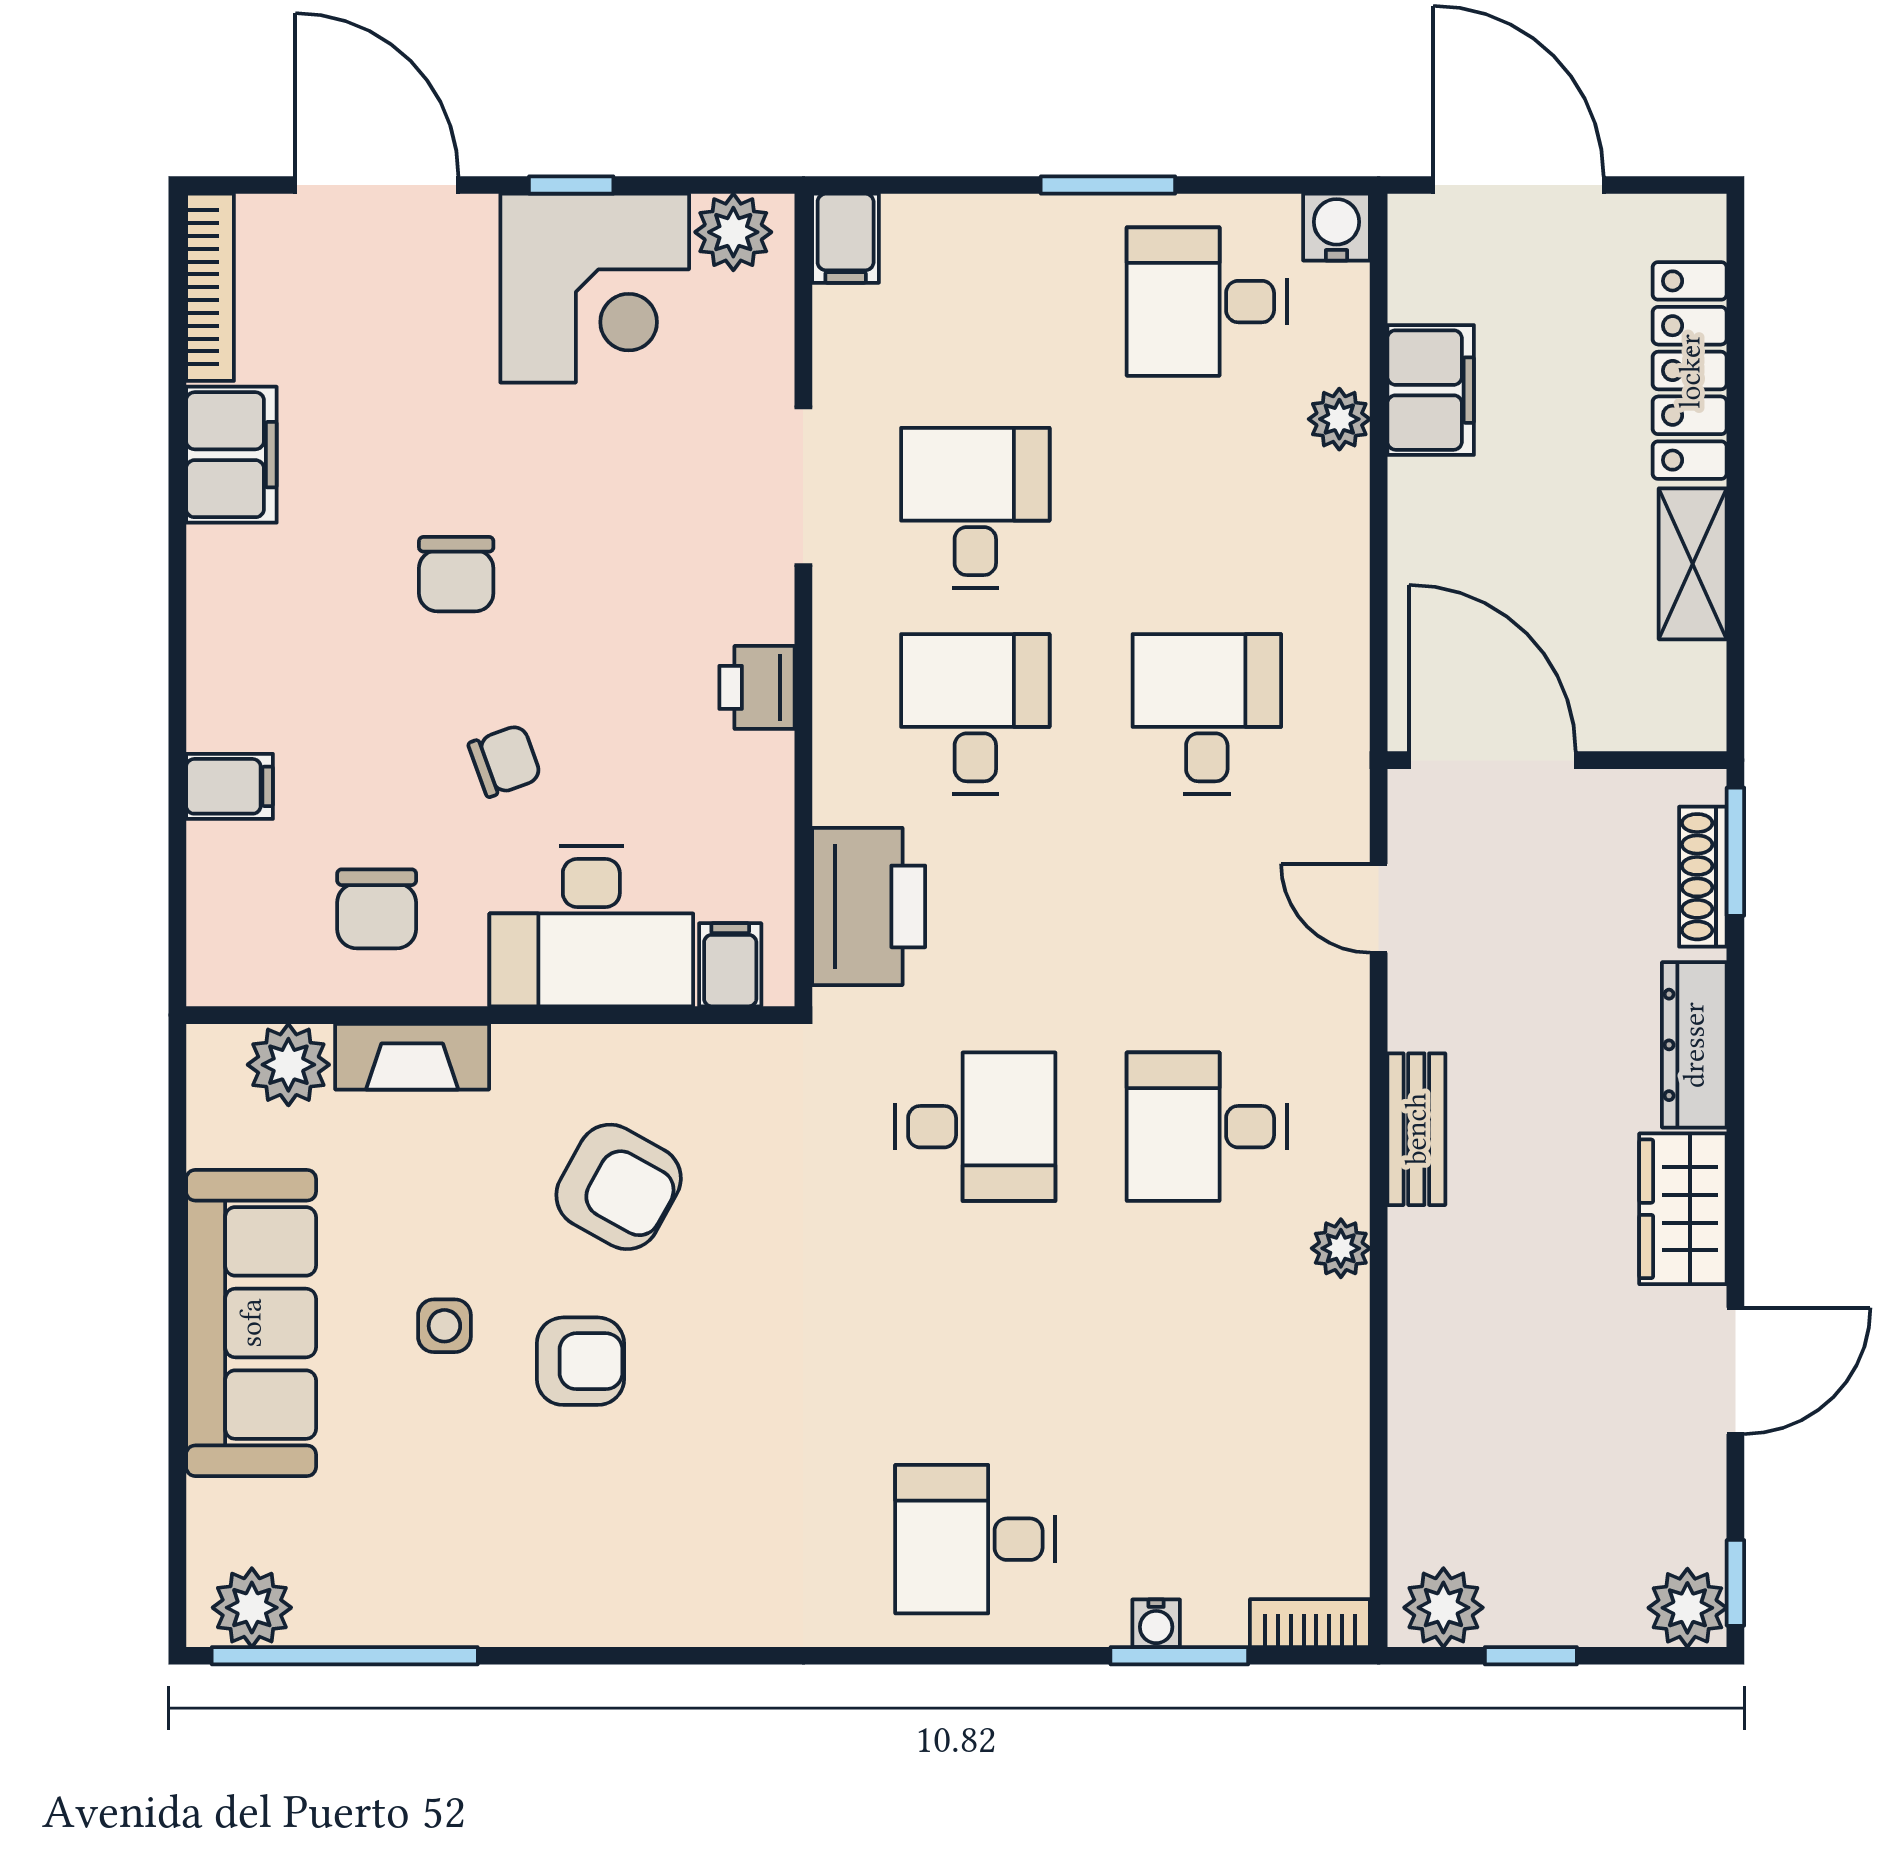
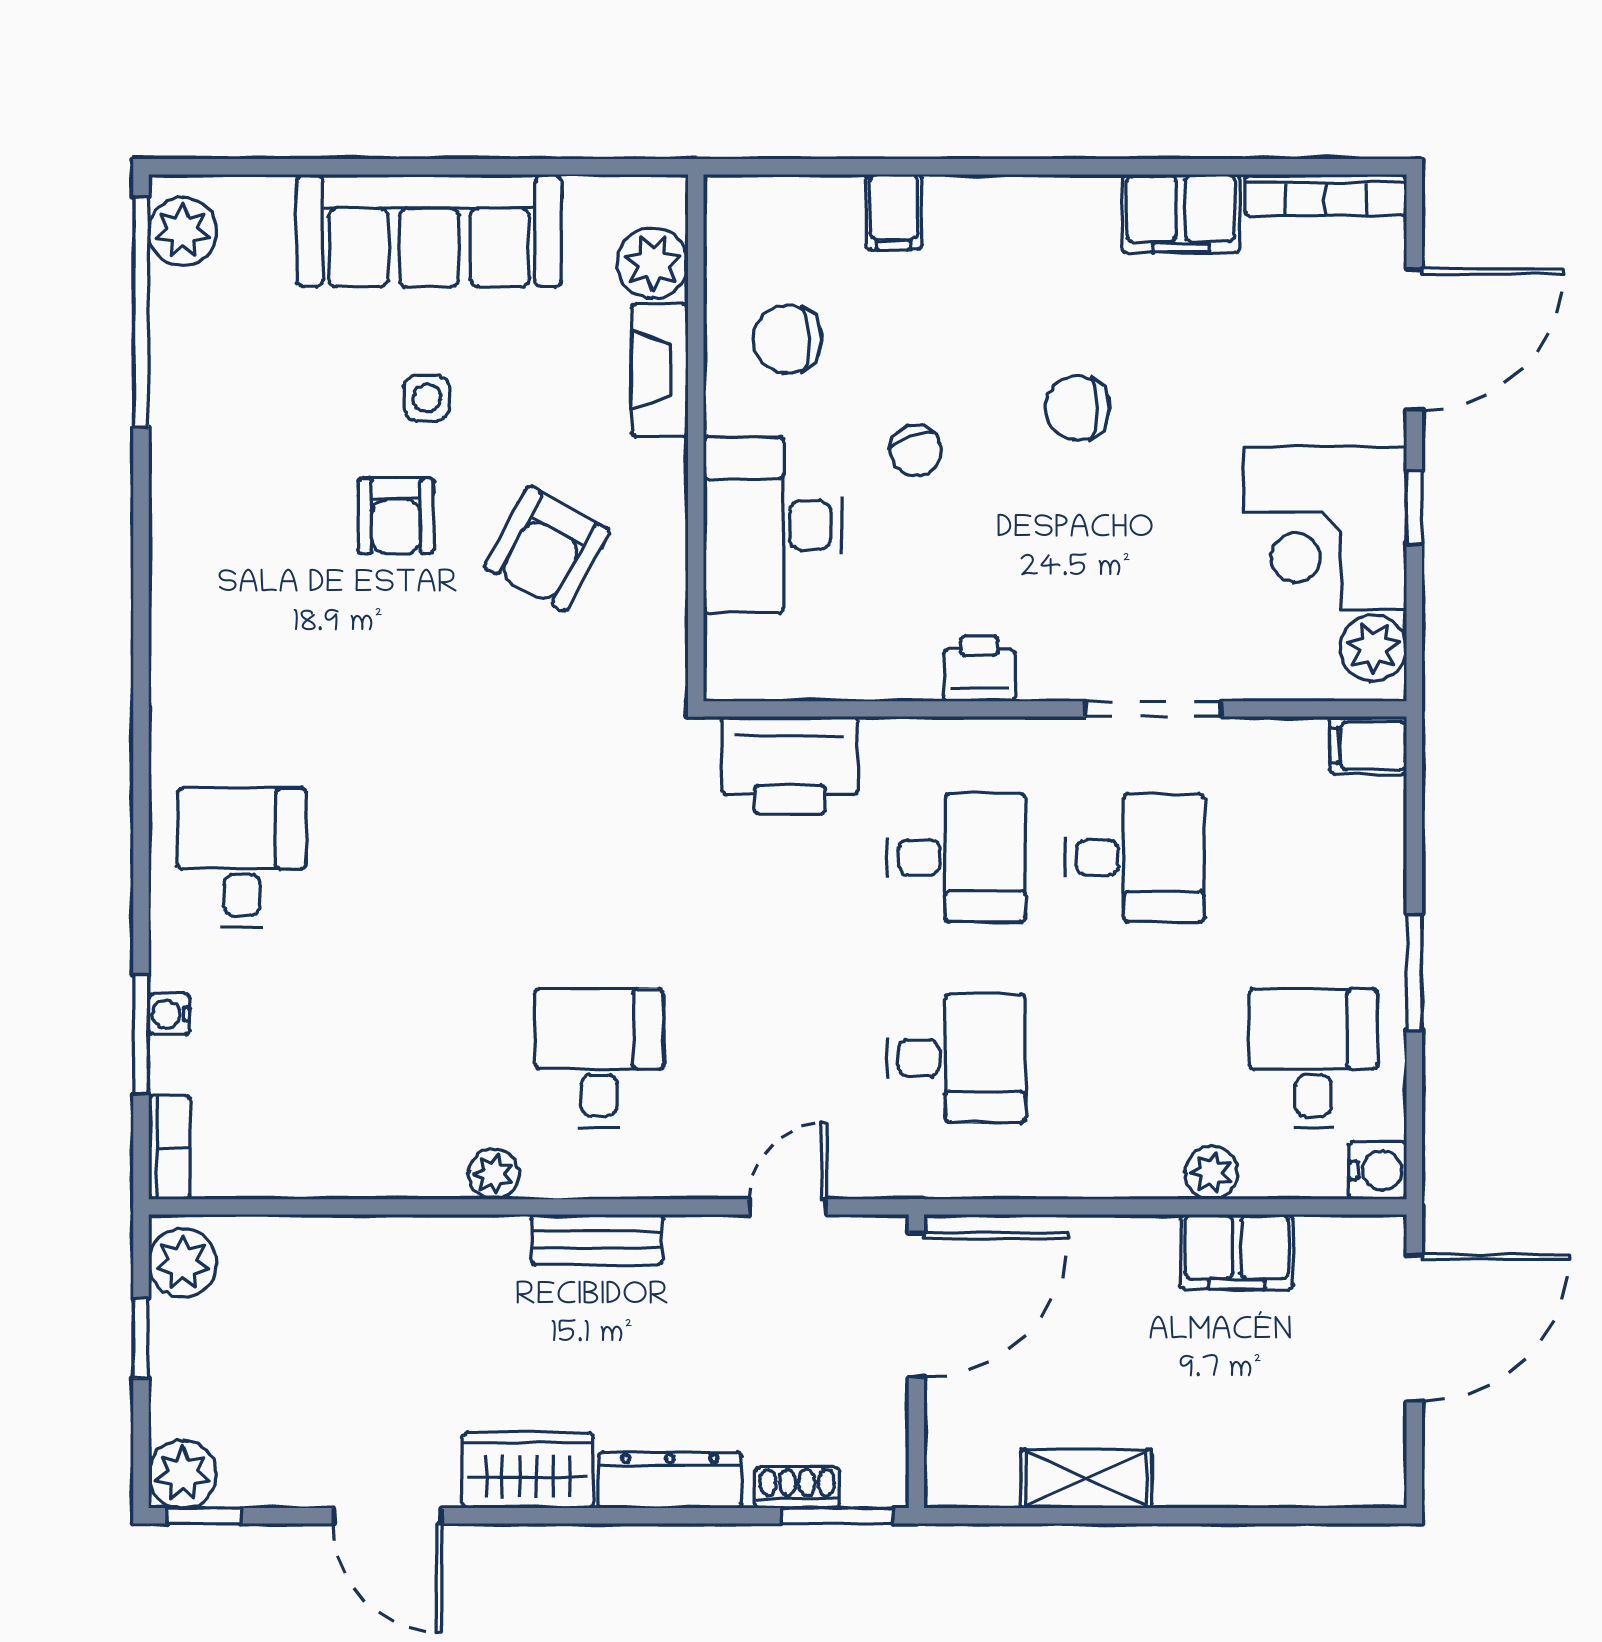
locker: (1690, 371) -> (1254, 1476), removed
shoe rack: (1703, 877) -> (797, 1488), width x0.70
filing cabinet: (730, 965) -> (739, 645), removed
desk: (975, 1127) -> (599, 858), removed

